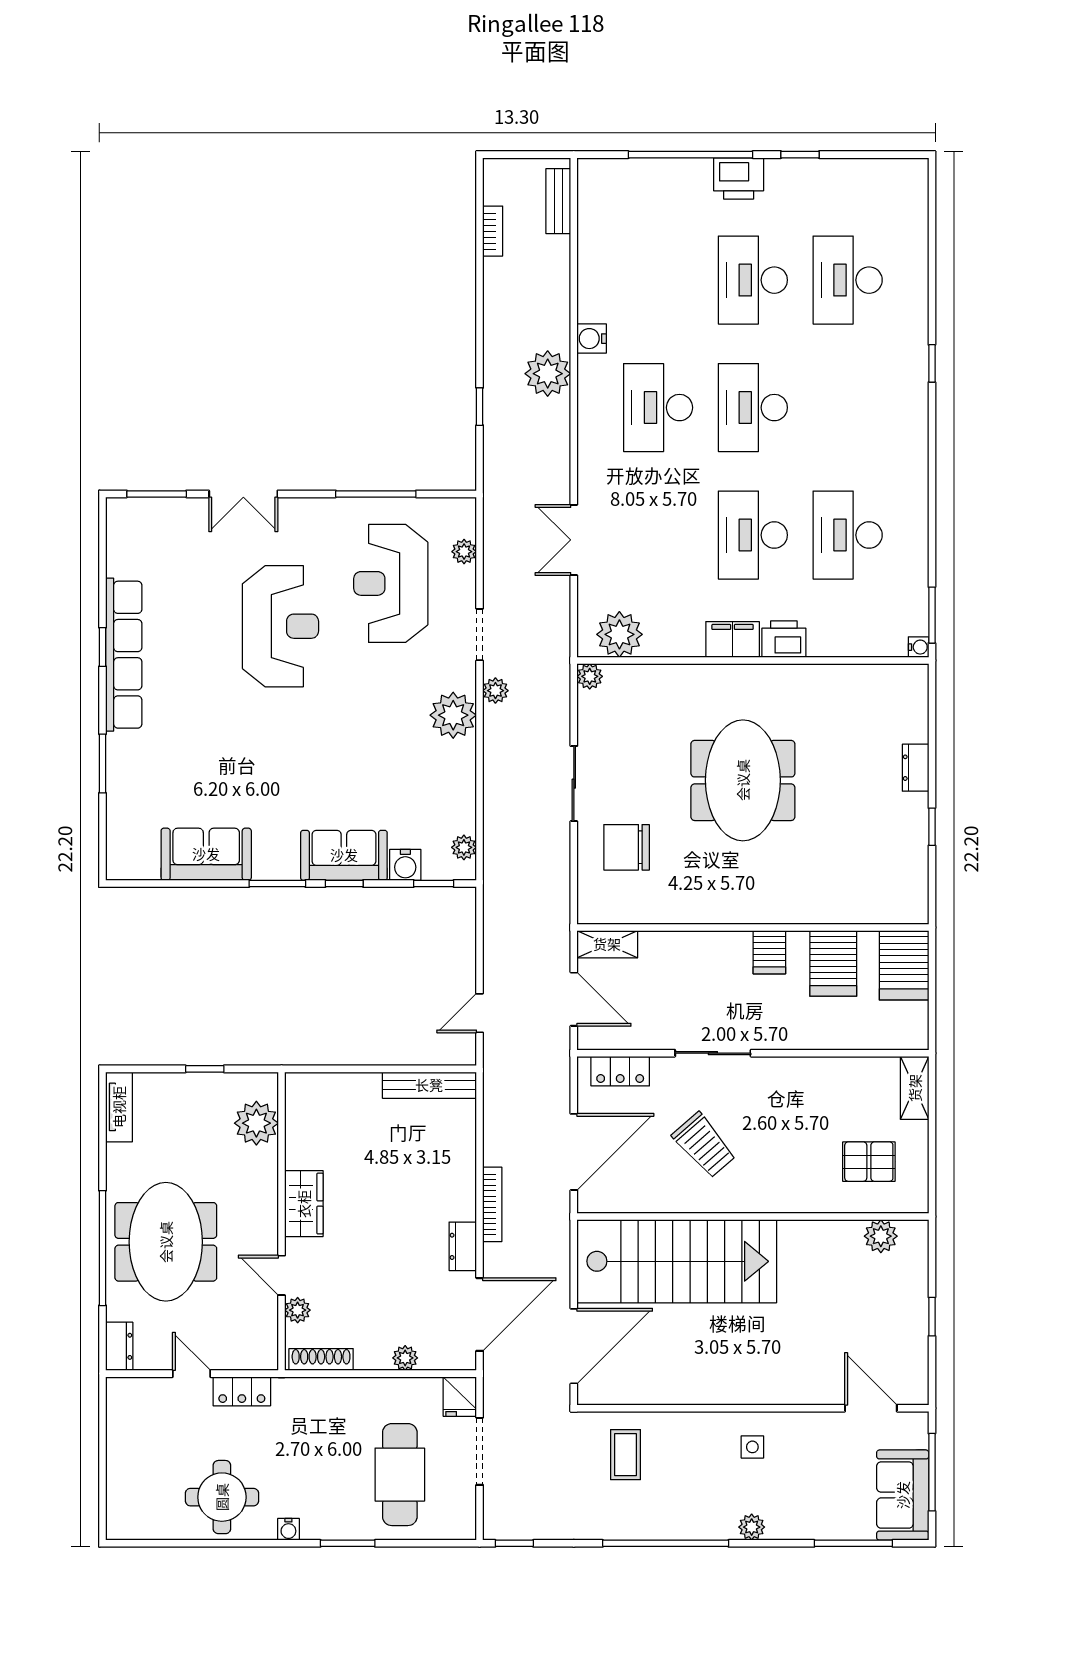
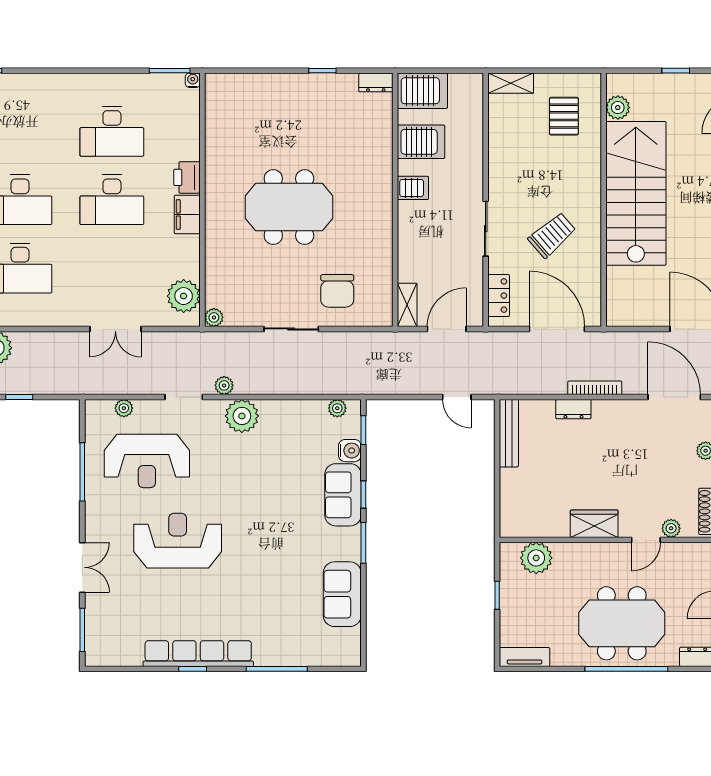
window: (103, 764) -> (277, 669), width x1.44
dresser: (916, 768) -> (376, 82), moved
dresser: (463, 1246) -> (573, 409), moved
stairs: (677, 1261) -> (636, 193), moved

